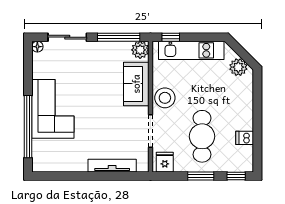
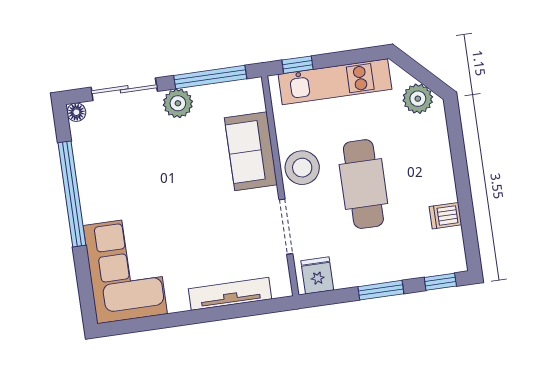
plant: (140, 50) -> (178, 103), moved
corner sofa: (53, 109) -> (125, 270), moved
window: (28, 127) -> (72, 194), moved
cafe table: (202, 136) -> (363, 184), moved

